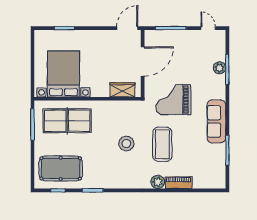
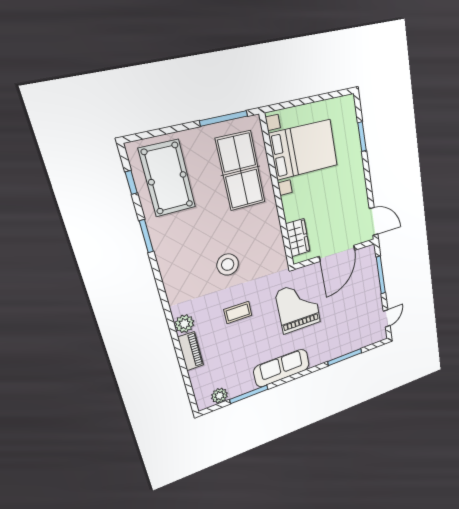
door: (143, 62) -> (337, 253), hinge flipped
plant: (219, 68) -> (219, 396), moved
coffee table: (162, 144) -> (238, 312), width x0.54, depth x0.58

